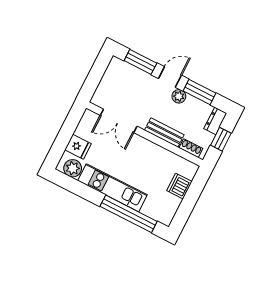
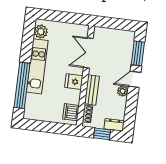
door: (170, 77) -> (135, 79), swing flipped
window: (200, 92) -> (131, 105), removed
fridge: (78, 147) -> (74, 82), moved, turned 90
dishwasher: (179, 186) -> (71, 112), moved, turned -90

